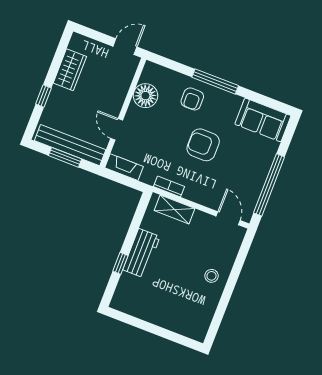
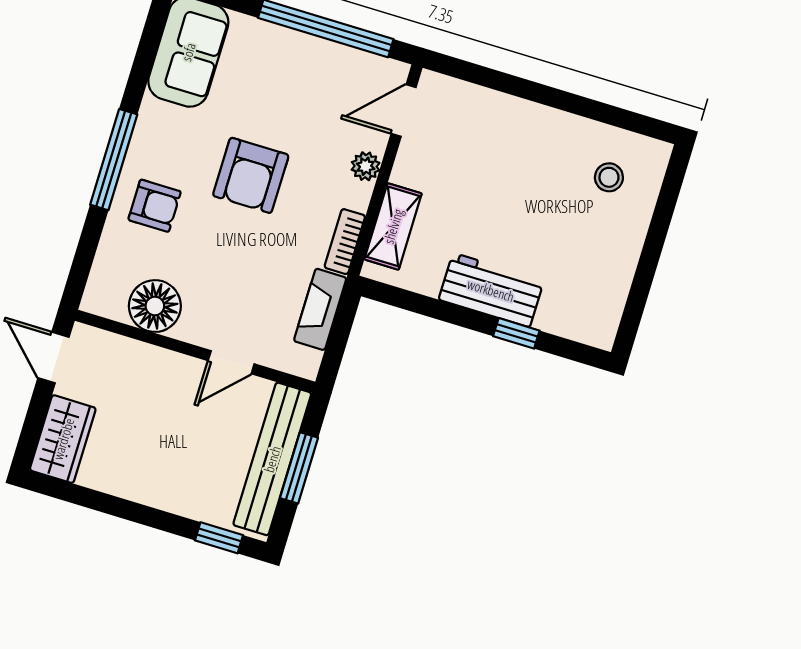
wardrobe: (70, 70) -> (63, 439), moved, turned 90
window: (44, 96) -> (219, 538), moved
fireplace: (124, 167) -> (320, 309), moved
plant: (203, 199) -> (366, 166), added
stool: (212, 276) -> (609, 177), moved

